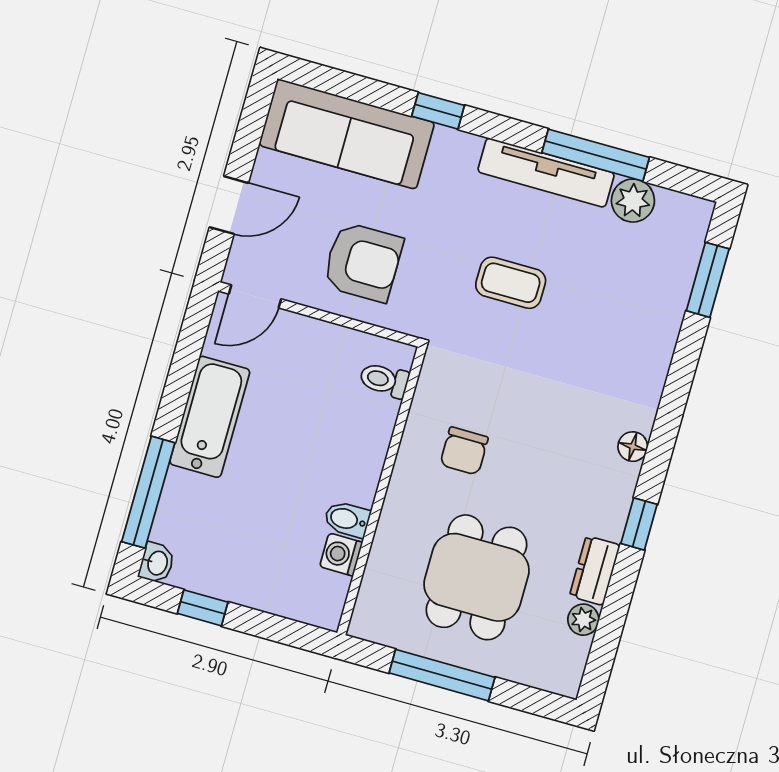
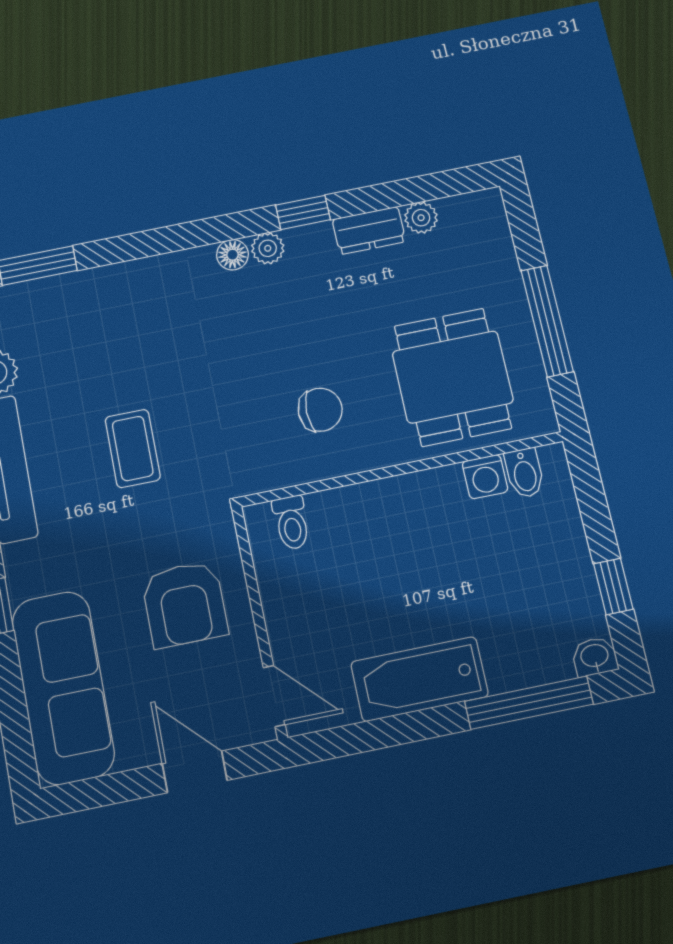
armchair: (363, 262) -> (185, 604), turned 180
plant: (623, 479) -> (268, 248), added
bidet: (347, 519) -> (524, 473), moved
dining table: (476, 577) -> (453, 377), moved, turned 90

